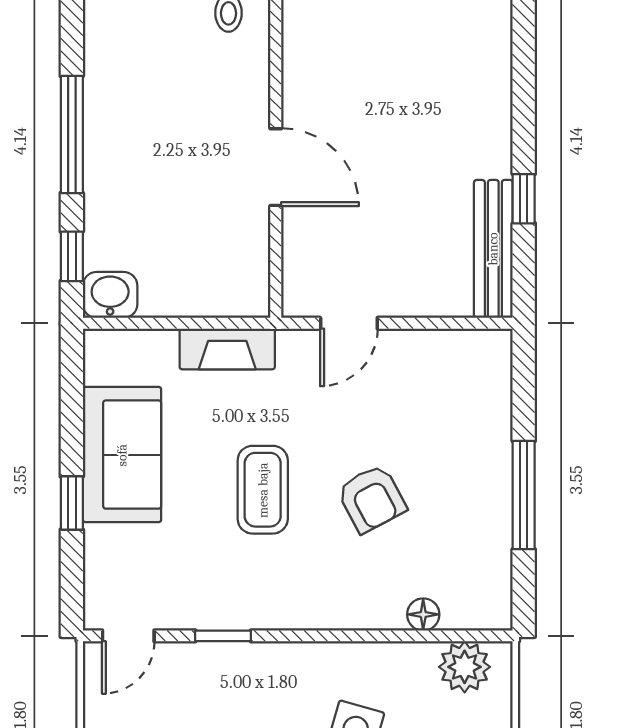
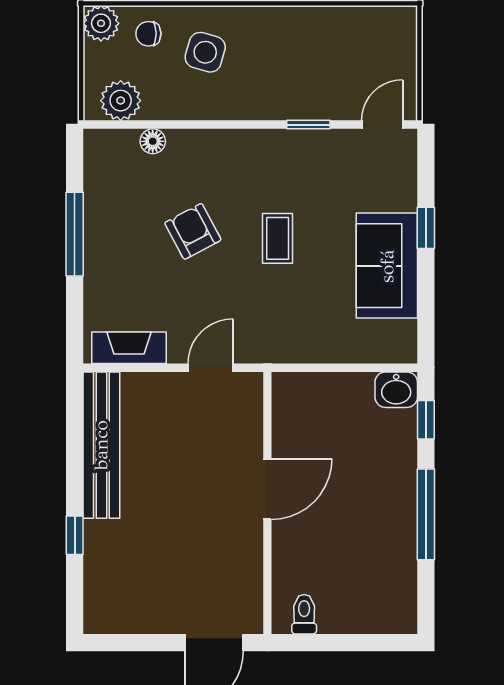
door: (276, 167) -> (267, 489), swing flipped
window: (524, 199) -> (75, 535), moved
bench: (493, 249) -> (101, 445), width x1.37, depth x1.21
fireplace: (227, 349) -> (129, 348), moved
coffee table: (263, 490) -> (278, 238), width x0.73, depth x0.77

